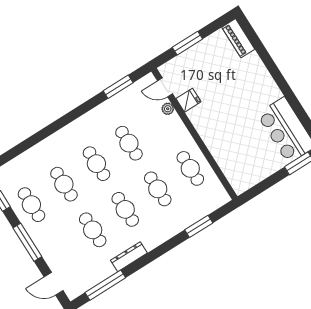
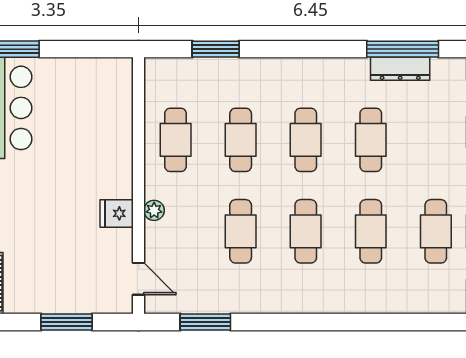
fridge: (188, 100) -> (117, 213), moved
plant: (168, 109) -> (154, 210), moved
dresser: (129, 257) -> (400, 69), moved

